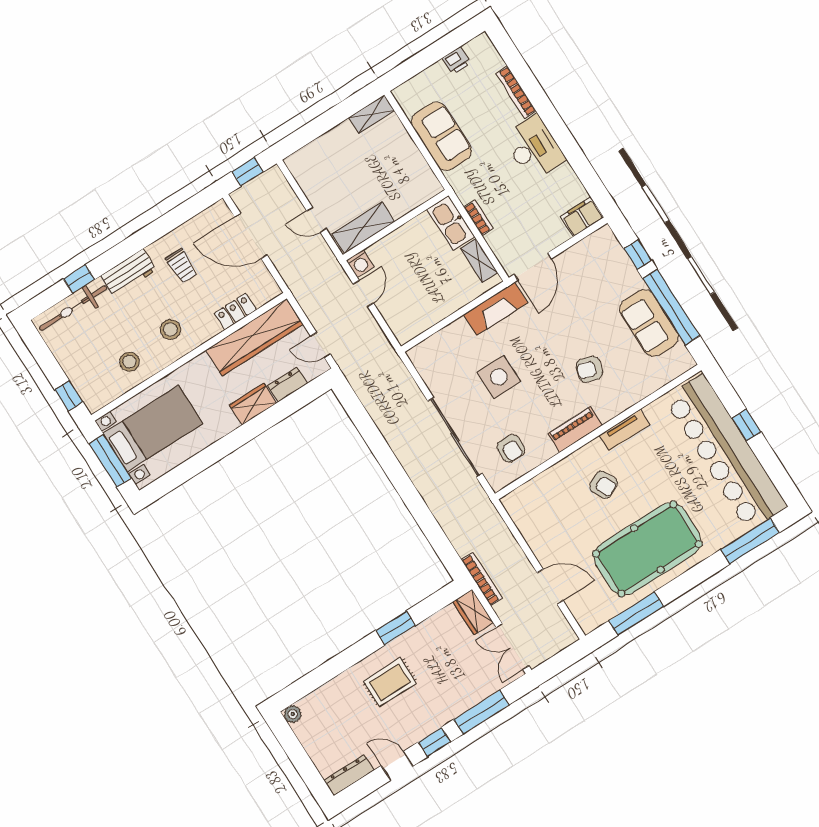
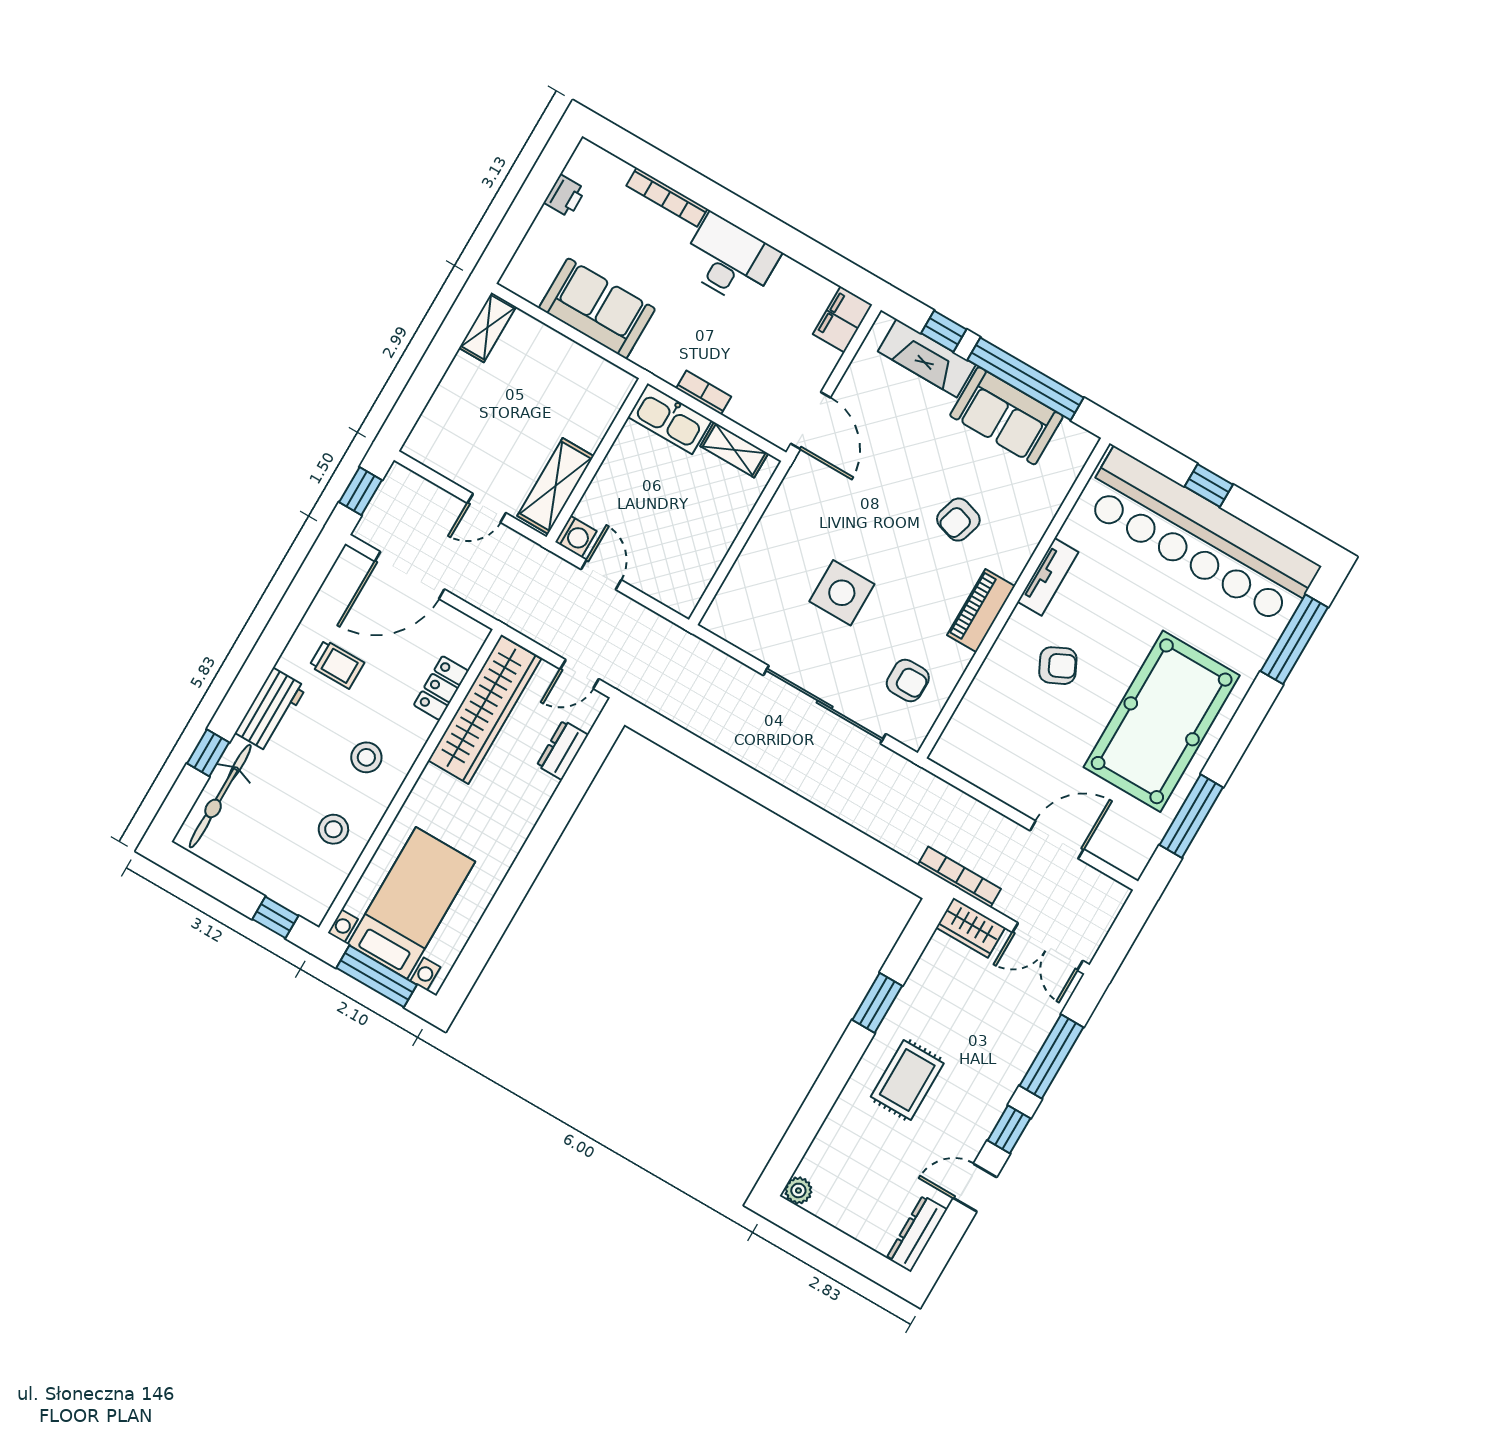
fireplace: (496, 309) -> (927, 358), moved, turned 90
wardrobe: (253, 404) -> (529, 800), removed

